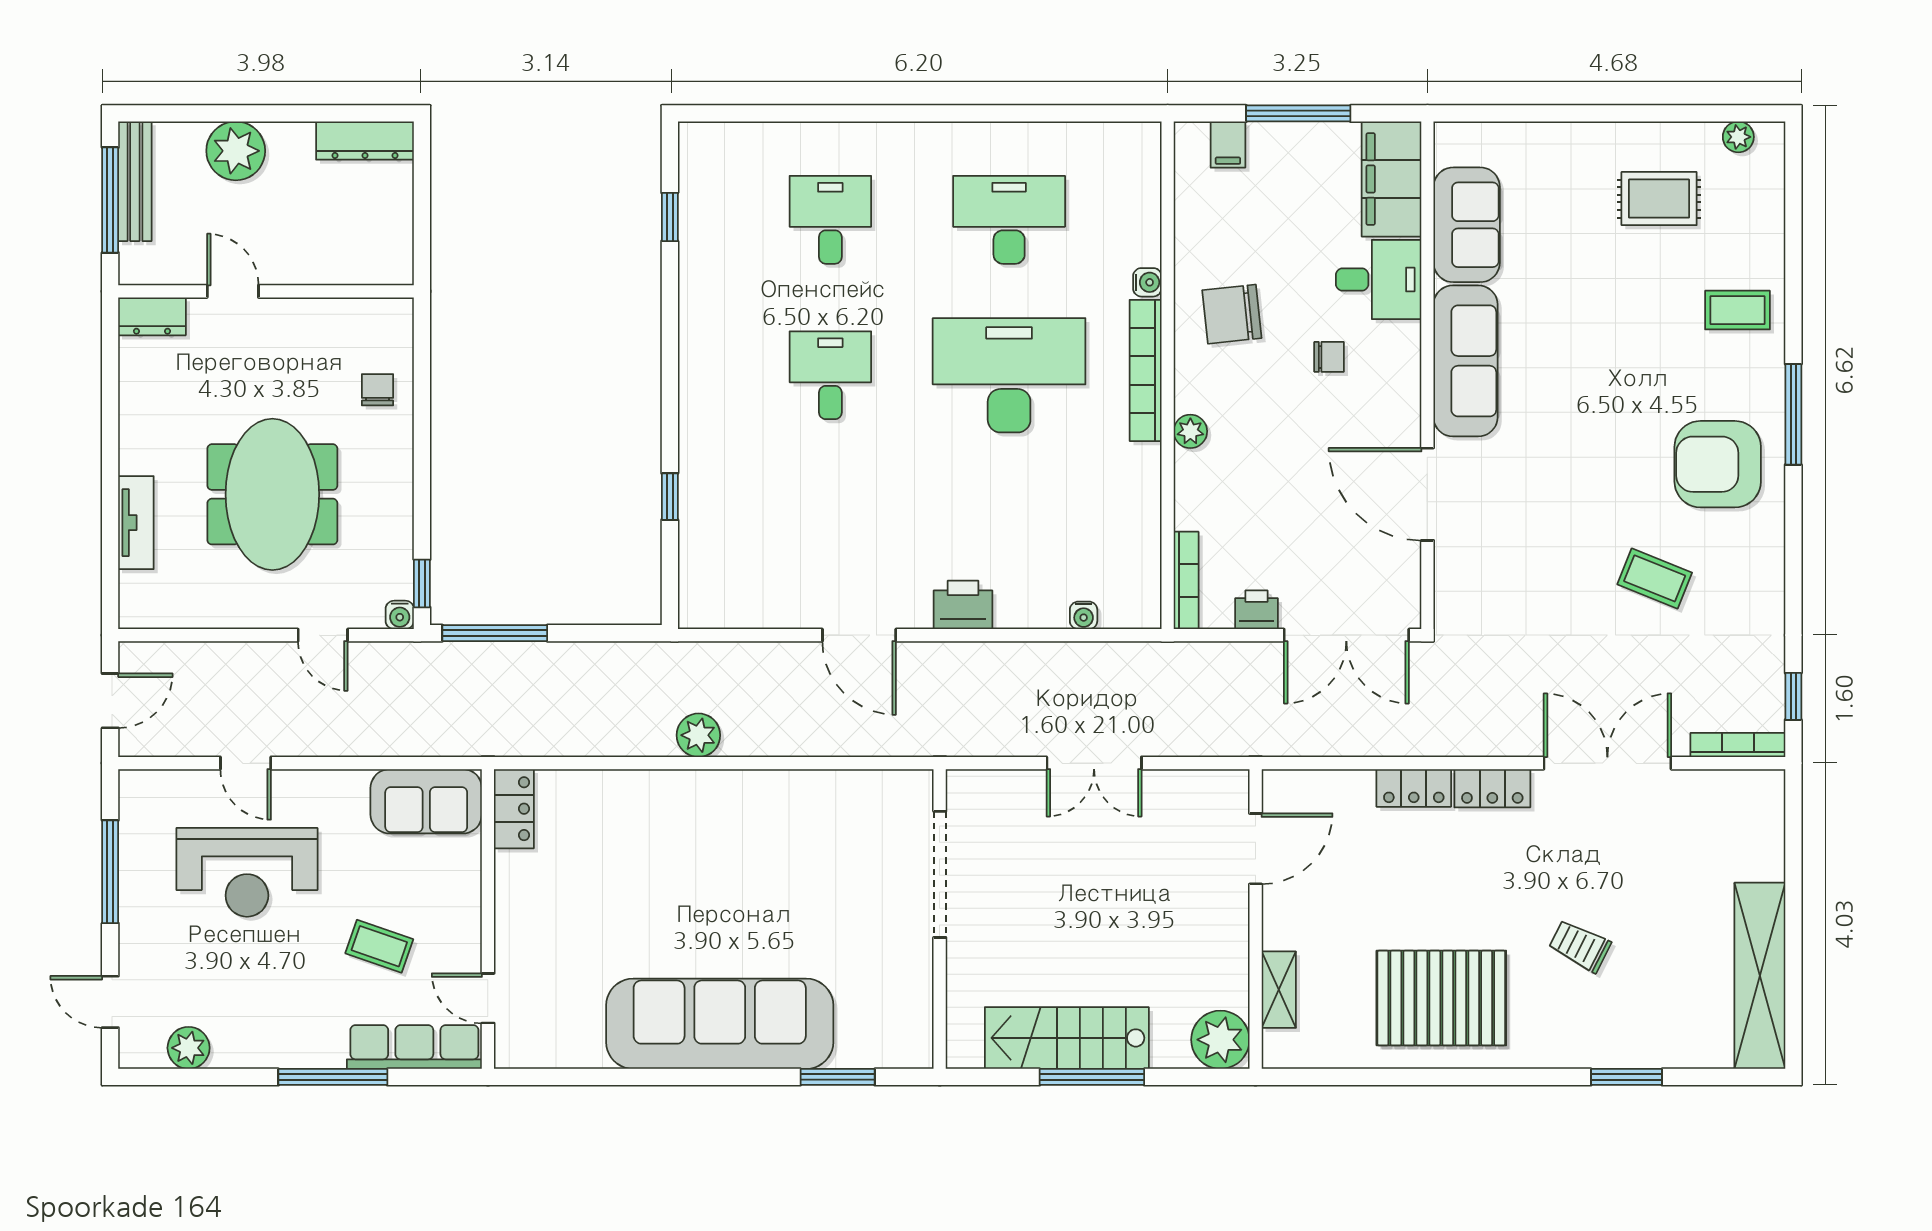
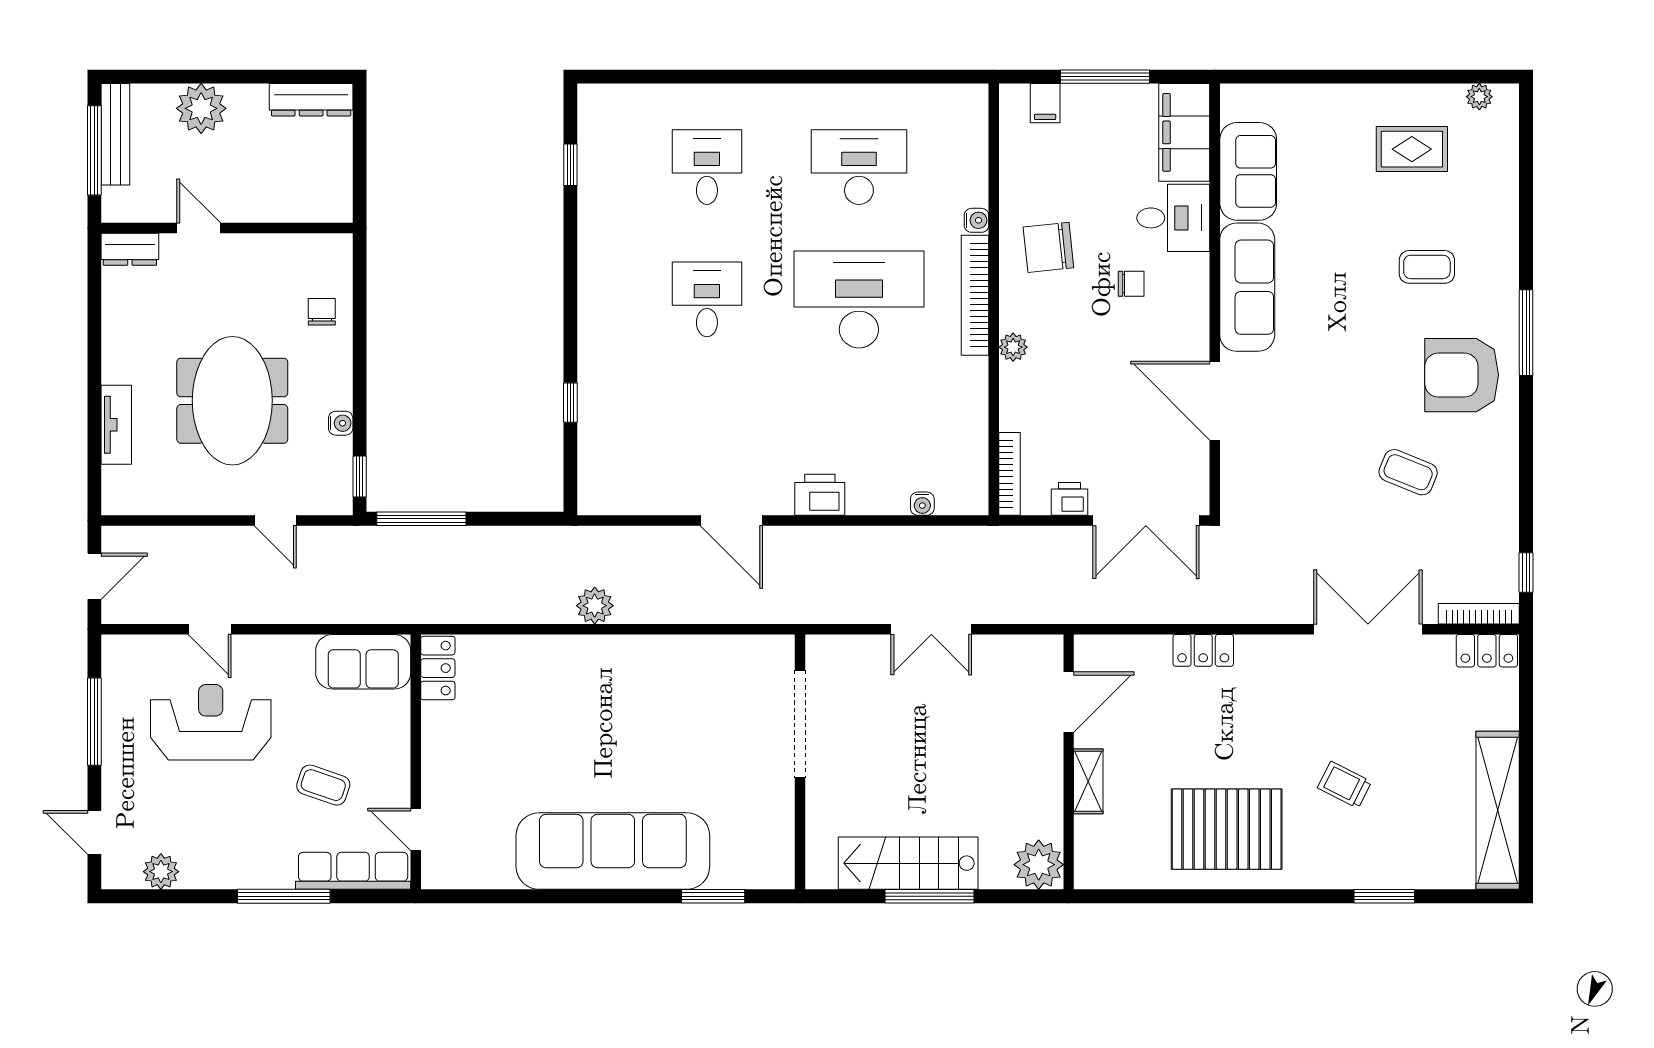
coffee table: (1738, 310) -> (1427, 267), moved
water cooler: (400, 615) -> (341, 423), moved, turned -90
locker: (1492, 788) -> (1487, 651), moved
reception desk: (247, 872) -> (211, 722), turned 180
shelving: (1279, 990) -> (1088, 781), moved

